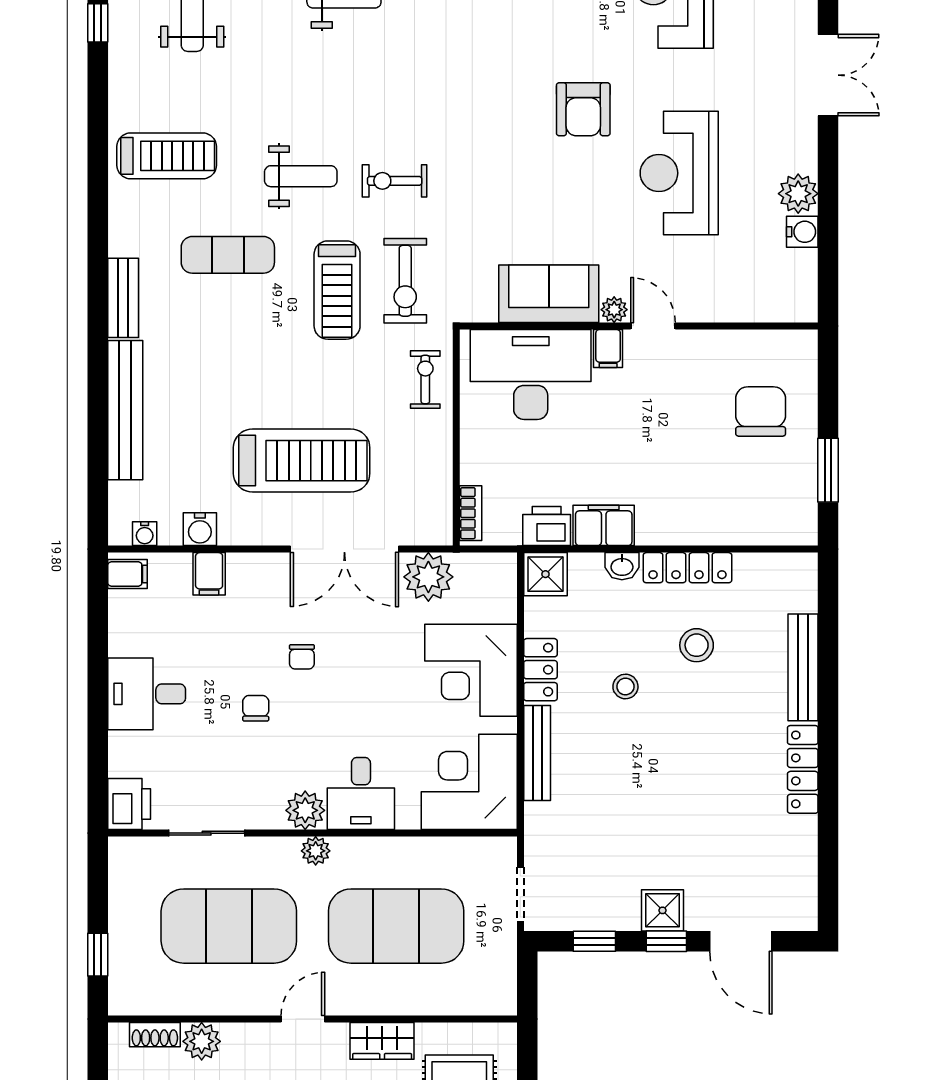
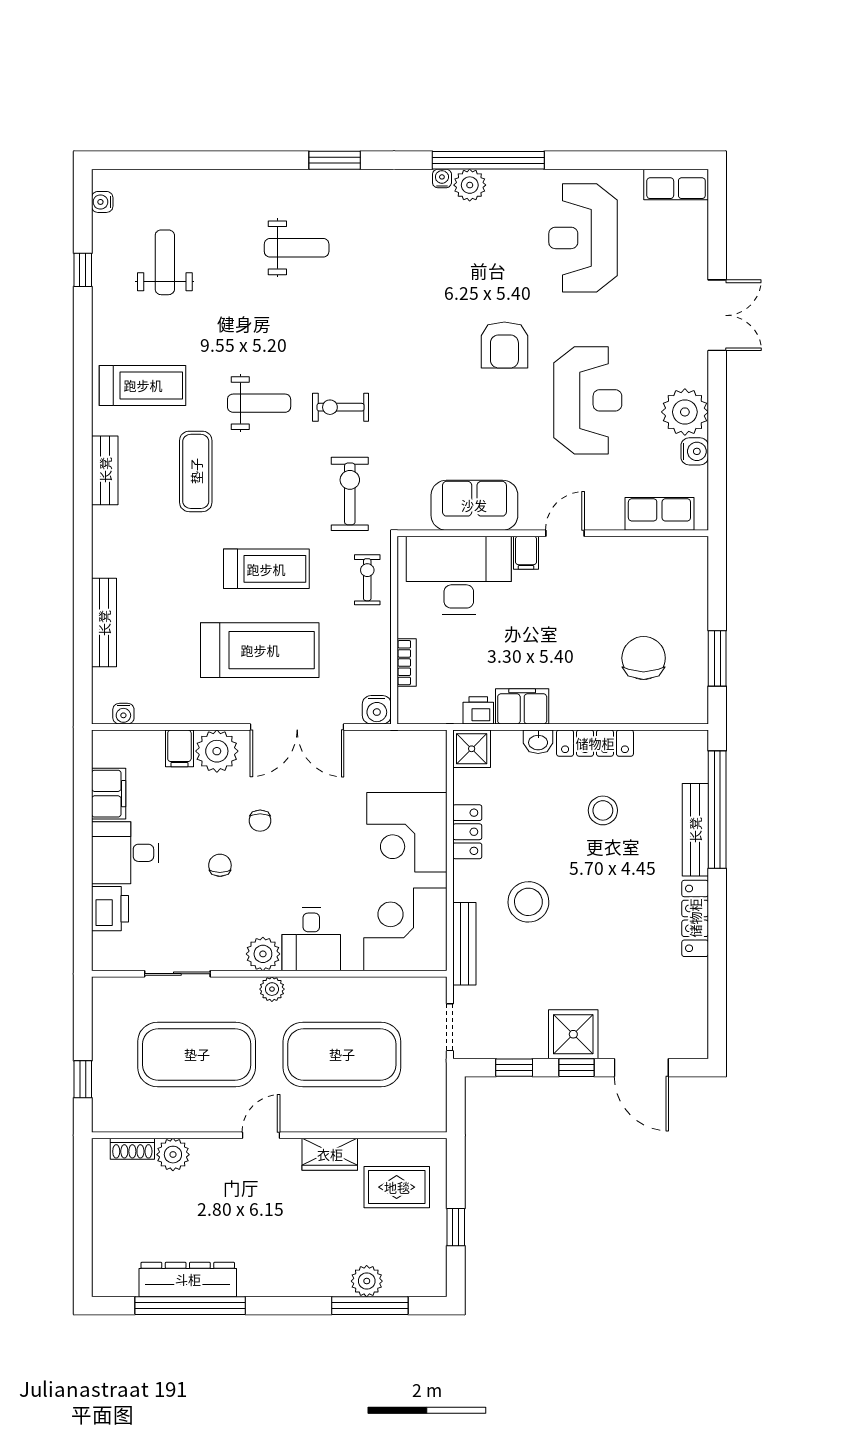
reception desk: (679, 173) -> (588, 400), turned 180
plant: (798, 194) -> (685, 412), width x1.36, depth x1.36
exercise mat: (228, 255) -> (196, 471), turned 90
exercise bike: (405, 281) -> (350, 494), turned 180
treadmill: (337, 290) -> (266, 569), moved, turned -90
bench: (123, 298) -> (105, 470), moved
row of seats: (762, 304) -> (659, 514), added
plant: (614, 310) -> (531, 519), removed
door: (653, 326) -> (565, 533), hinge flipped
bench: (125, 410) -> (104, 623), width x0.73, depth x0.82
chair: (761, 411) -> (644, 658), moved
bookcase: (471, 513) -> (407, 663), moved
printer: (547, 526) -> (478, 710), width x0.73, depth x0.81
water cooler: (200, 529) -> (377, 710), moved
filing cabinet: (128, 574) -> (109, 794), moved, width x2.00
plant: (428, 577) -> (217, 751), moved
window: (828, 644) -> (717, 810), added
stool: (625, 686) -> (528, 902), moved, width x1.89, depth x1.89
bench: (537, 753) -> (464, 944), moved
printer: (129, 804) -> (110, 909), moved
shower: (662, 910) -> (573, 1034), width x1.36, depth x1.36

